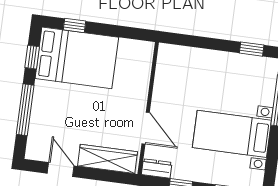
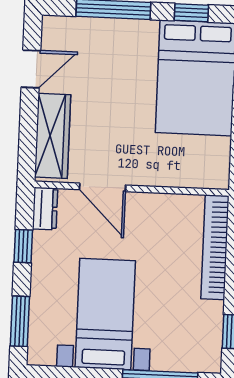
bookcase: (193, 55) -> (215, 247), added
door: (146, 128) -> (102, 187), hinge flipped

